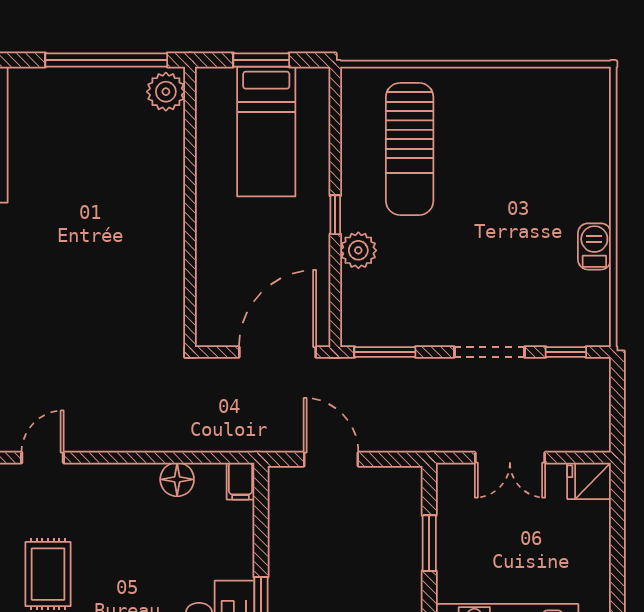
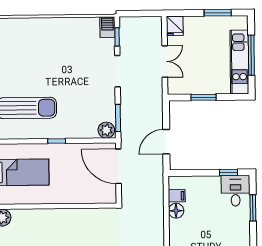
barbecue: (594, 246) -> (107, 27), moved, turned 90
plant: (358, 250) -> (106, 130), moved
filing cabinet: (240, 481) -> (177, 196), moved
window: (617, 577) -> (218, 13), added

